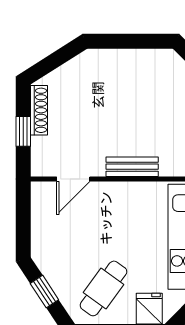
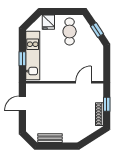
bench: (132, 167) -> (50, 138), moved
cafe table: (103, 288) -> (70, 31), turned -36

